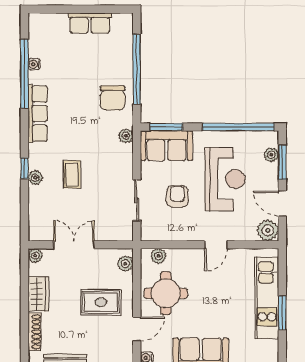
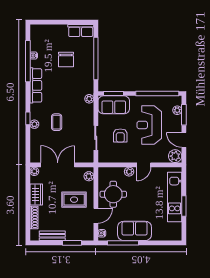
row of seats: (90, 23) -> (81, 31), moved
chair: (113, 98) -> (66, 60), moved
reception desk: (225, 179) -> (149, 125), turned 180
armchair: (177, 196) -> (120, 135), turned 180
double door: (74, 245) -> (58, 165), width x1.37
plant: (159, 256) -> (129, 172), moved

